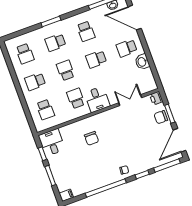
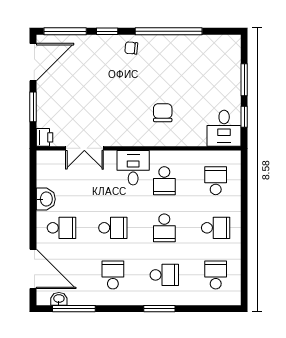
chair: (161, 117) -> (48, 107), removed
filing cabinet: (66, 195) -> (231, 42), removed

